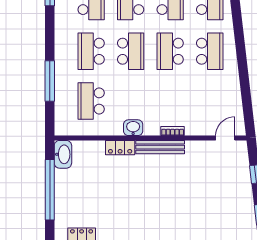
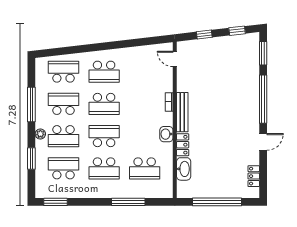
school desk: (210, 51) -> (104, 72), turned 180
washbasin: (63, 154) -> (184, 169), moved, turned 90

